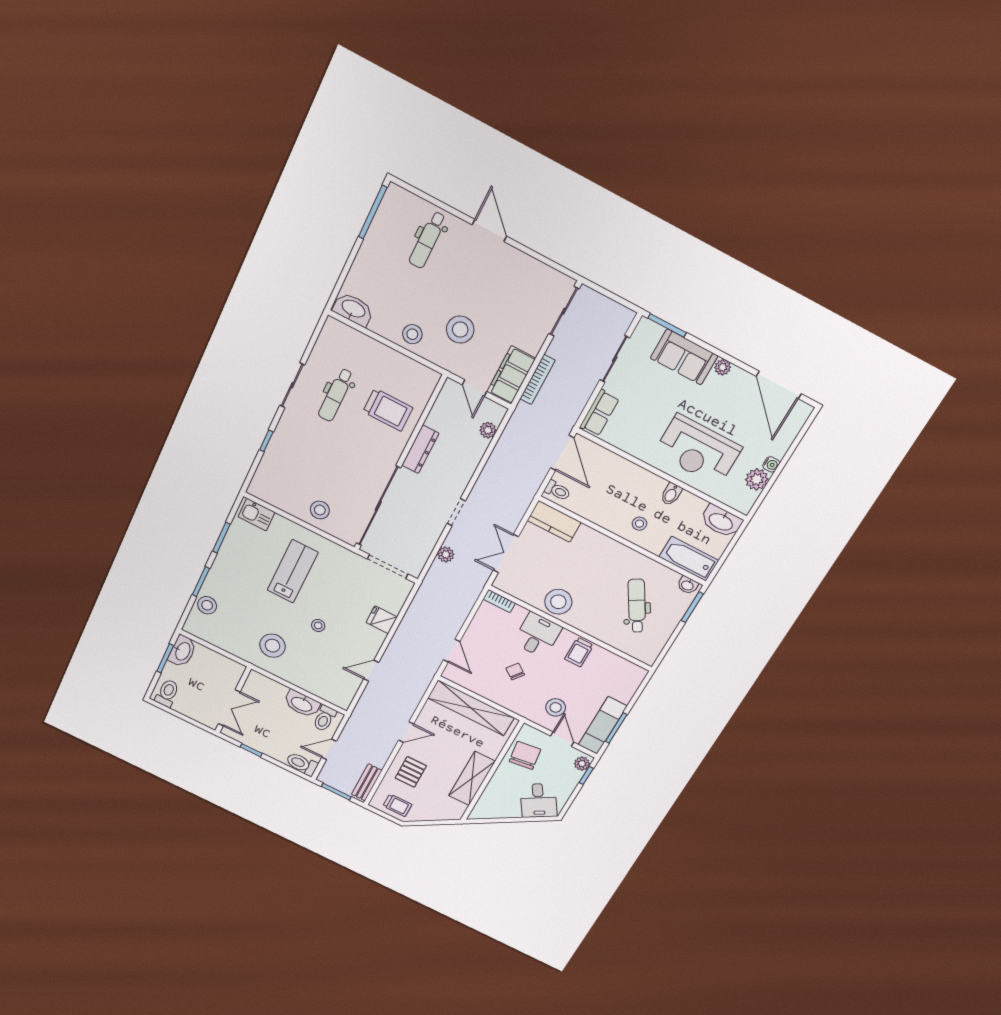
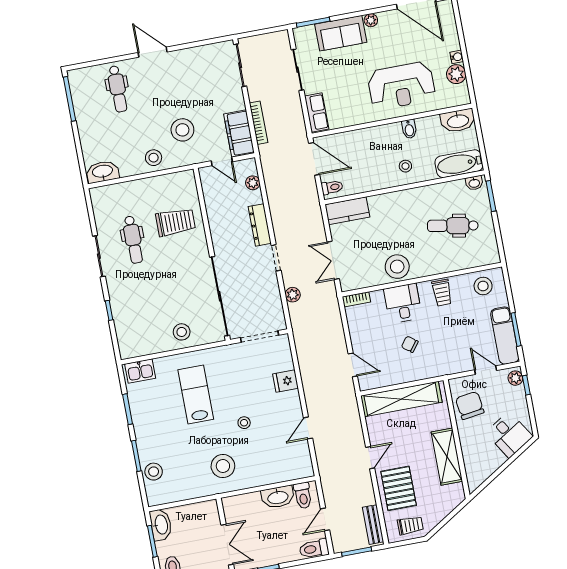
dresser: (420, 449) -> (260, 225), moved, turned 180
dental chair: (637, 606) -> (453, 226), turned -49
stool: (556, 707) -> (483, 286), moved
pallet: (411, 772) -> (399, 488), width x1.50, depth x1.42

